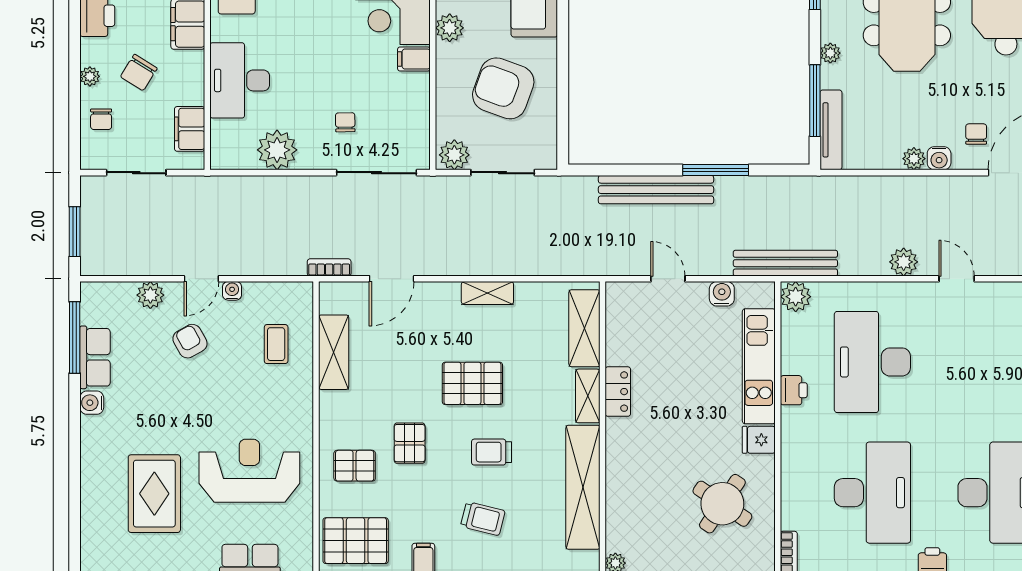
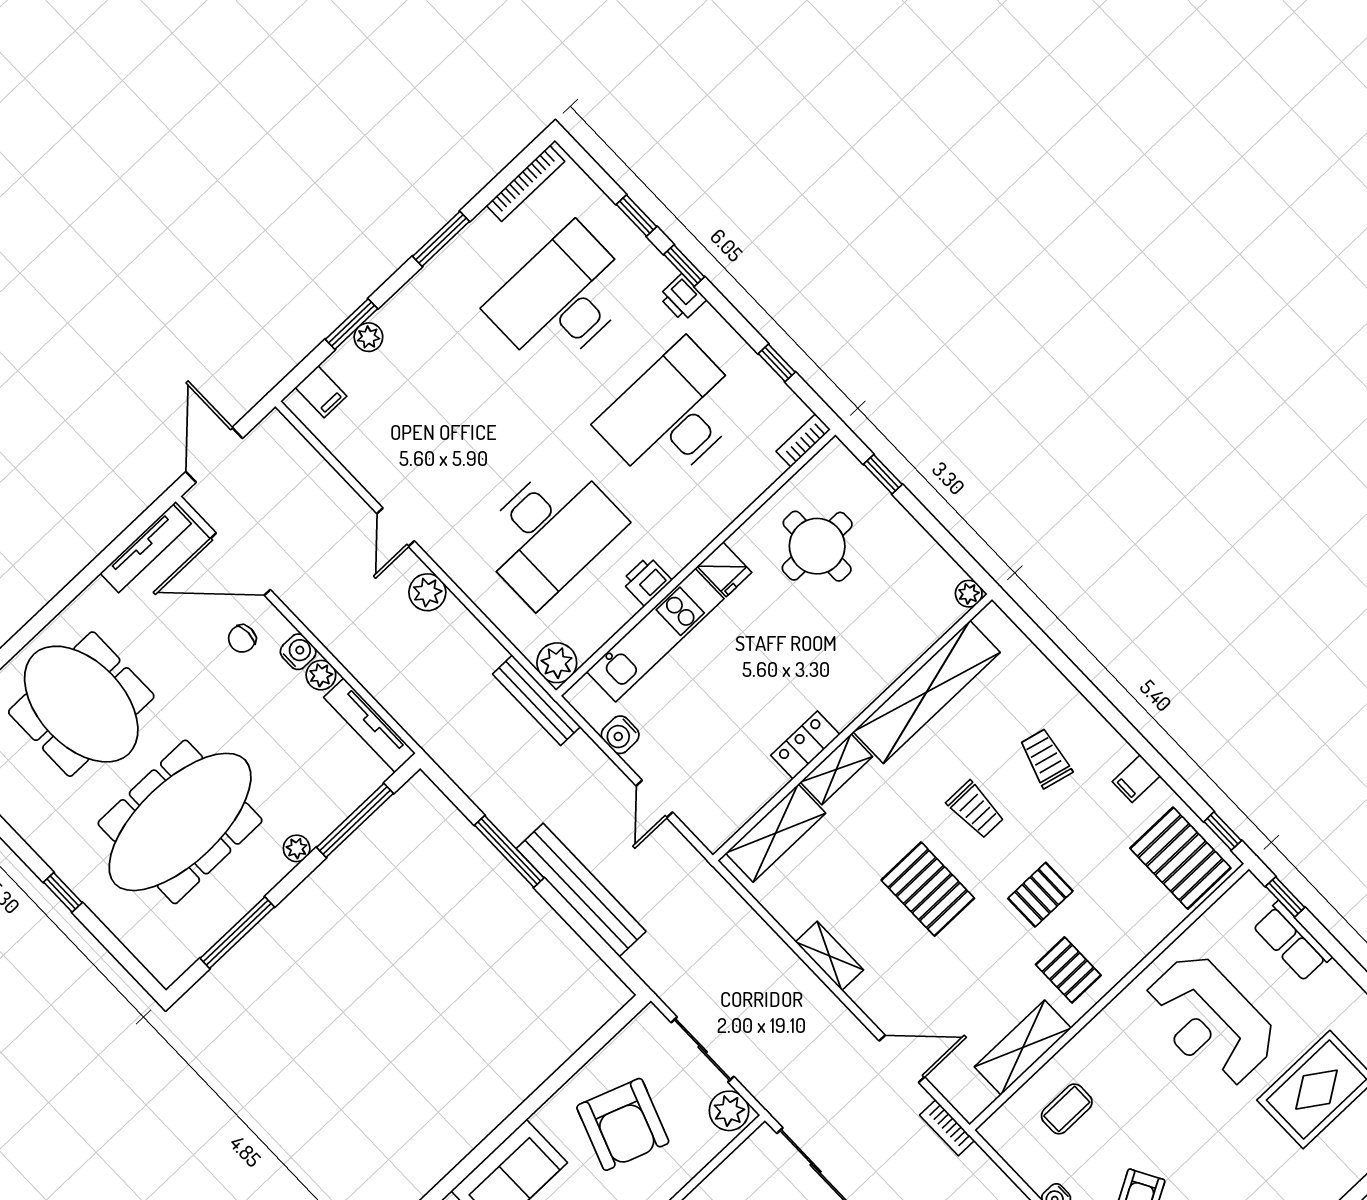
tv unit: (831, 130) -> (370, 725), moved, turned -90
bench: (785, 263) -> (537, 700), width x0.73, depth x0.82
pallet: (355, 466) -> (1068, 970), moved
round table: (722, 504) -> (817, 546), turned -34

